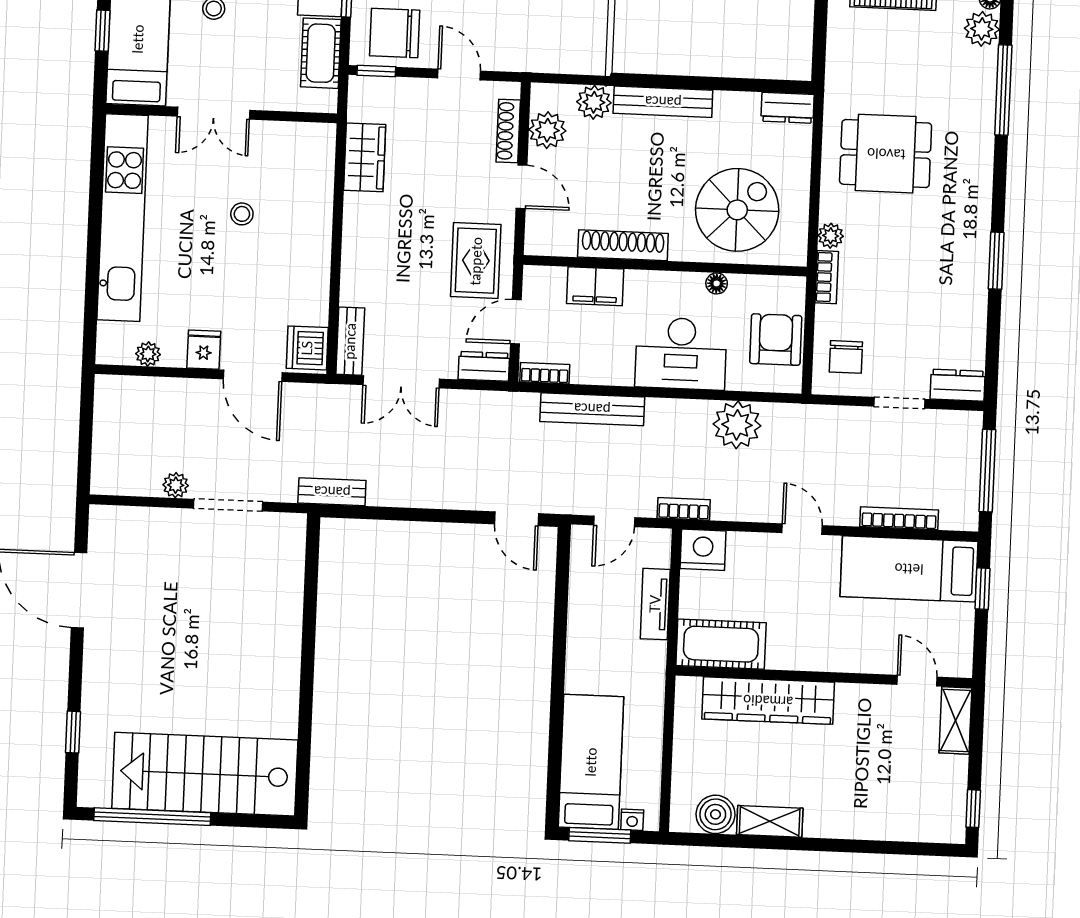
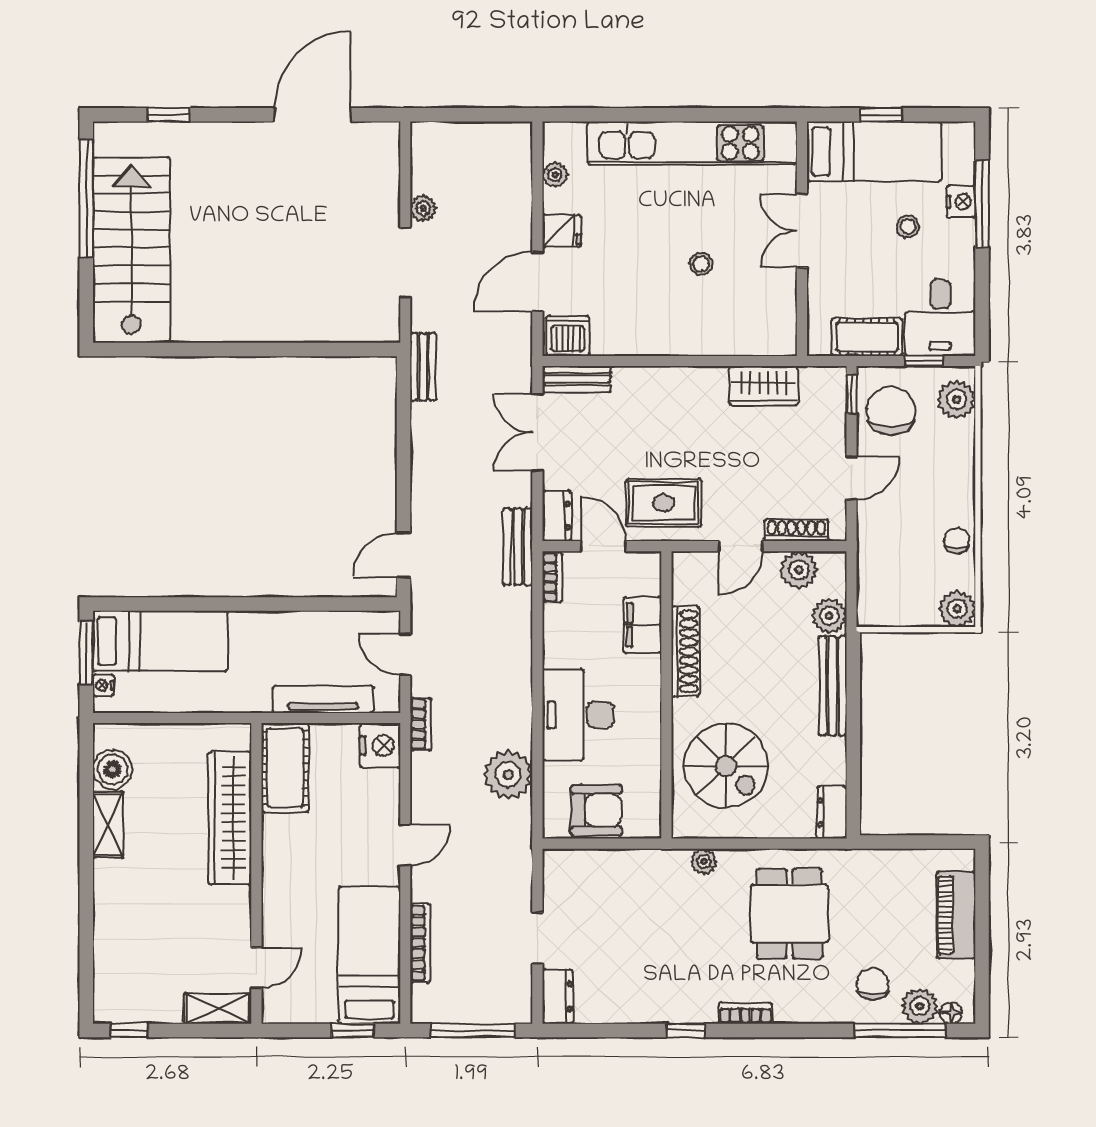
window: (1003, 90) -> (900, 1030), moved
window: (996, 261) -> (686, 1030), width x0.67
bookcase: (827, 277) -> (746, 1013), moved, turned 180
floor lamp: (717, 283) -> (651, 748), removed
chair: (846, 357) -> (872, 984), moved, turned 90
bench: (592, 409) -> (518, 547), moved, width x0.73
tv unit: (655, 604) -> (323, 699), width x1.41

